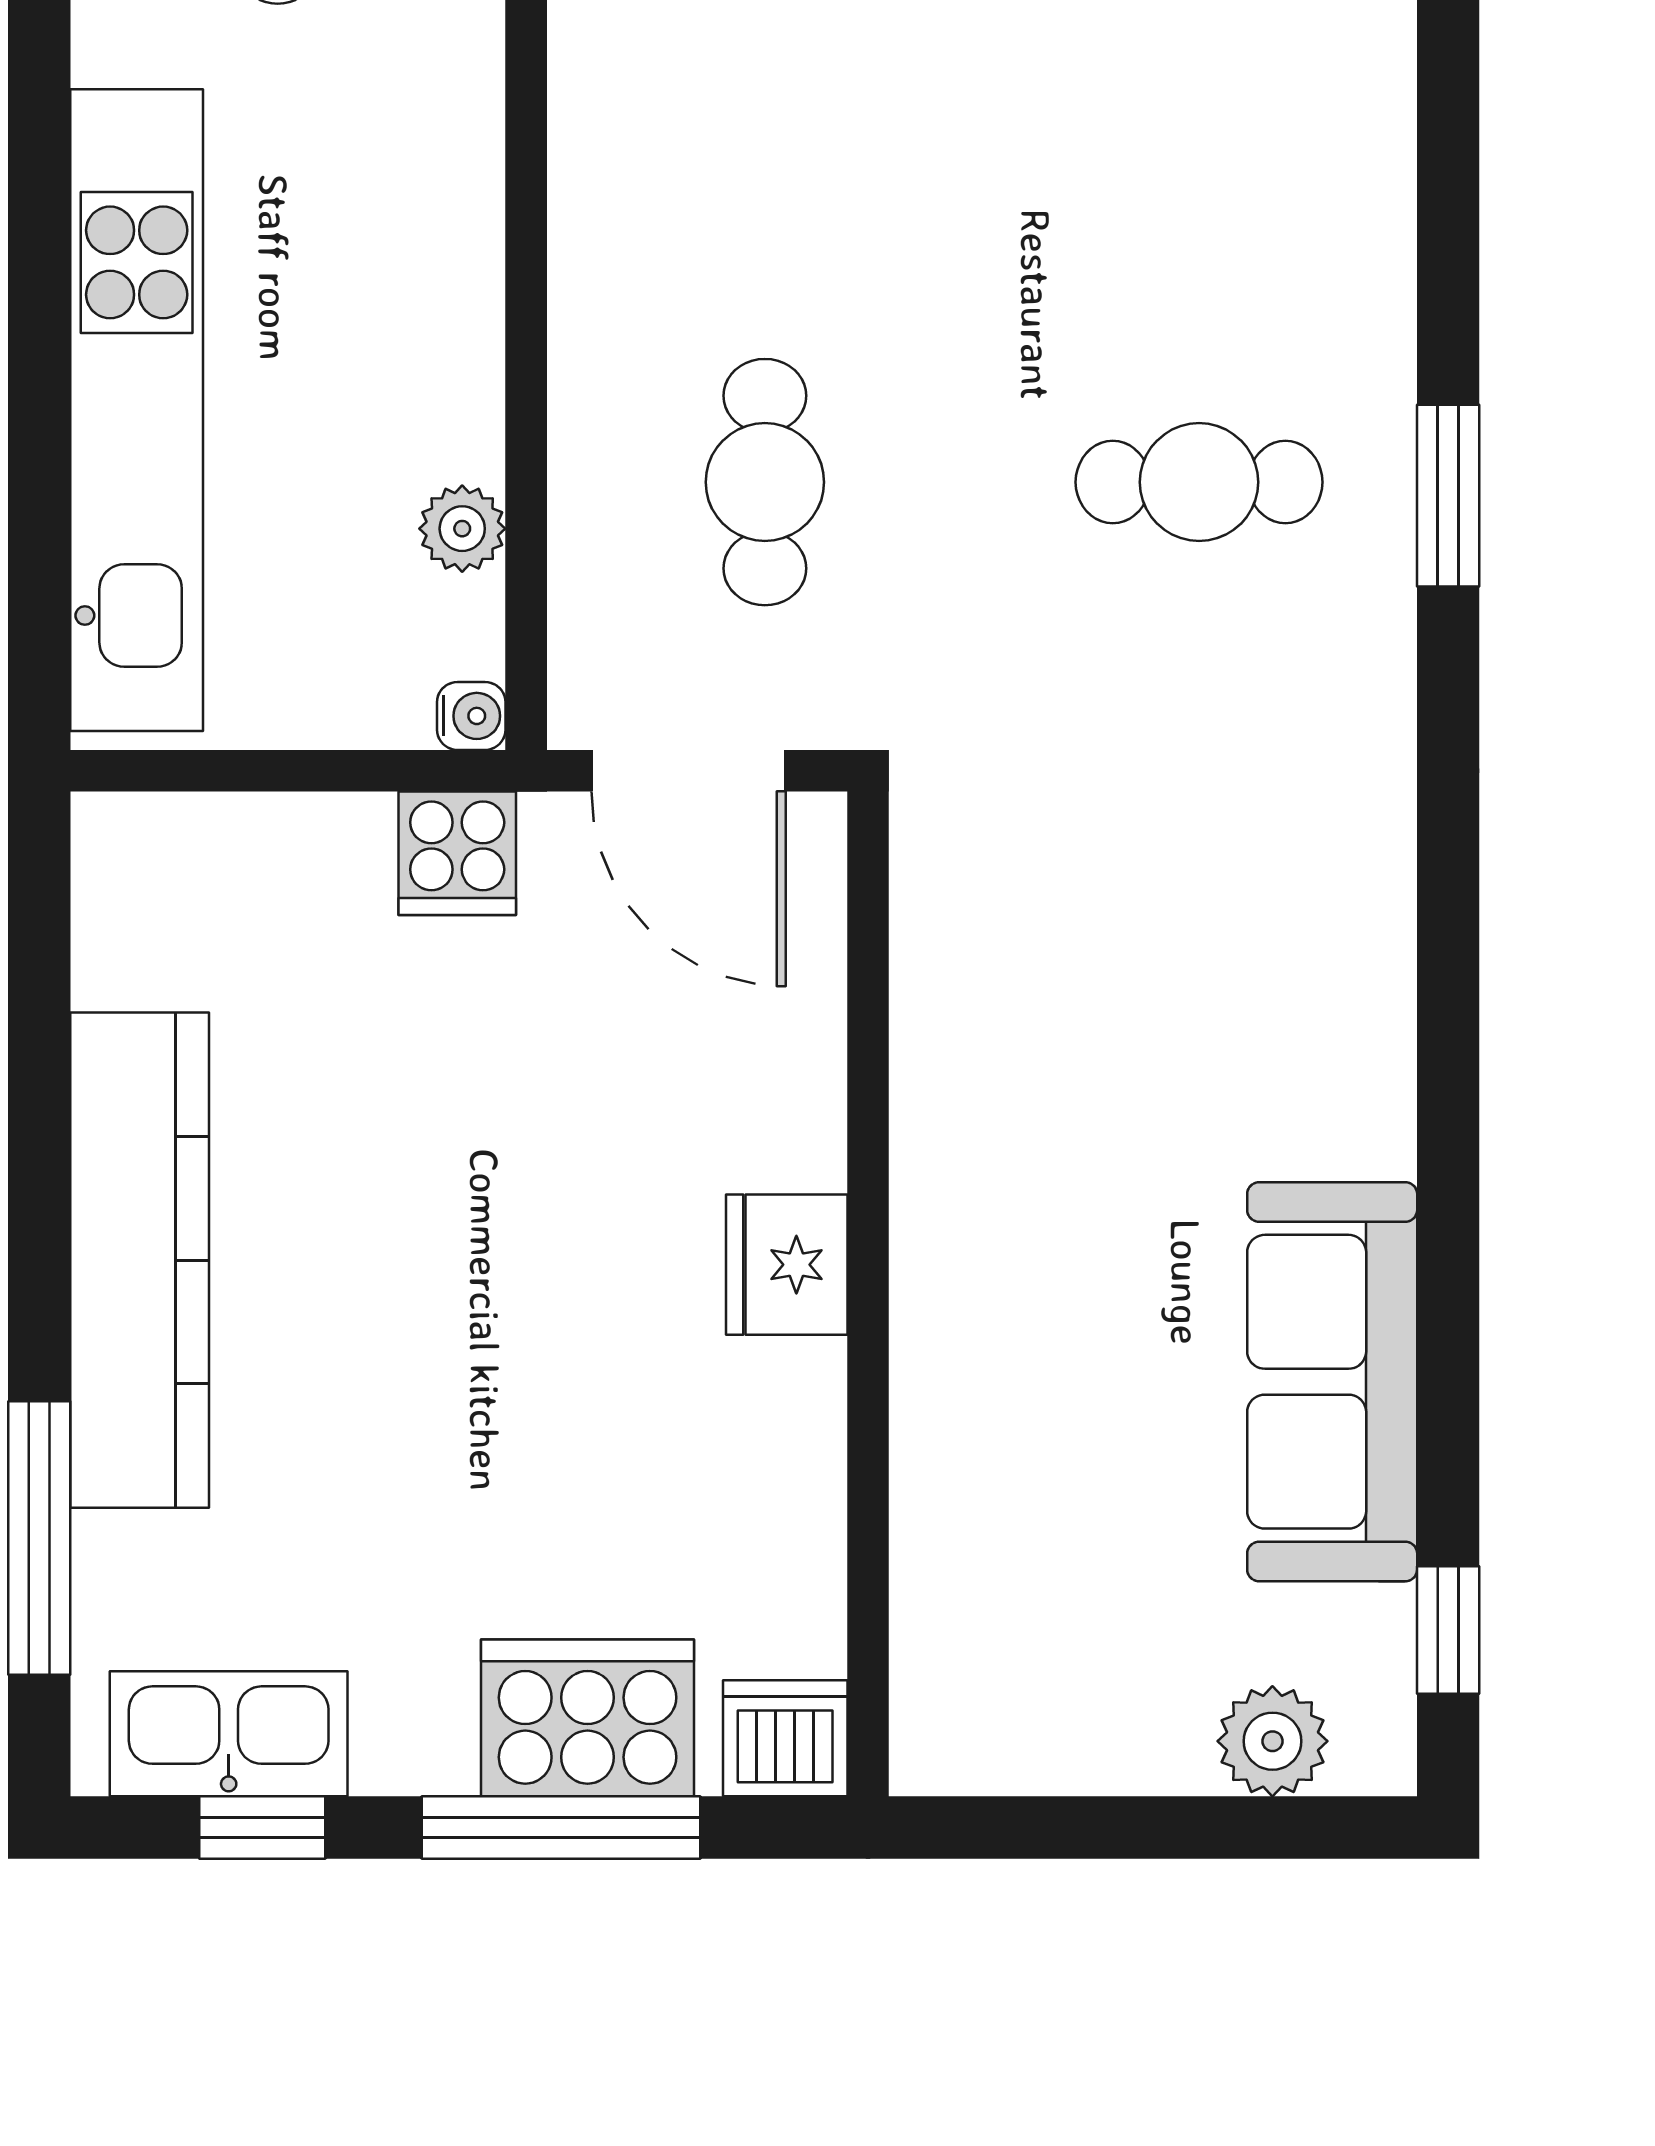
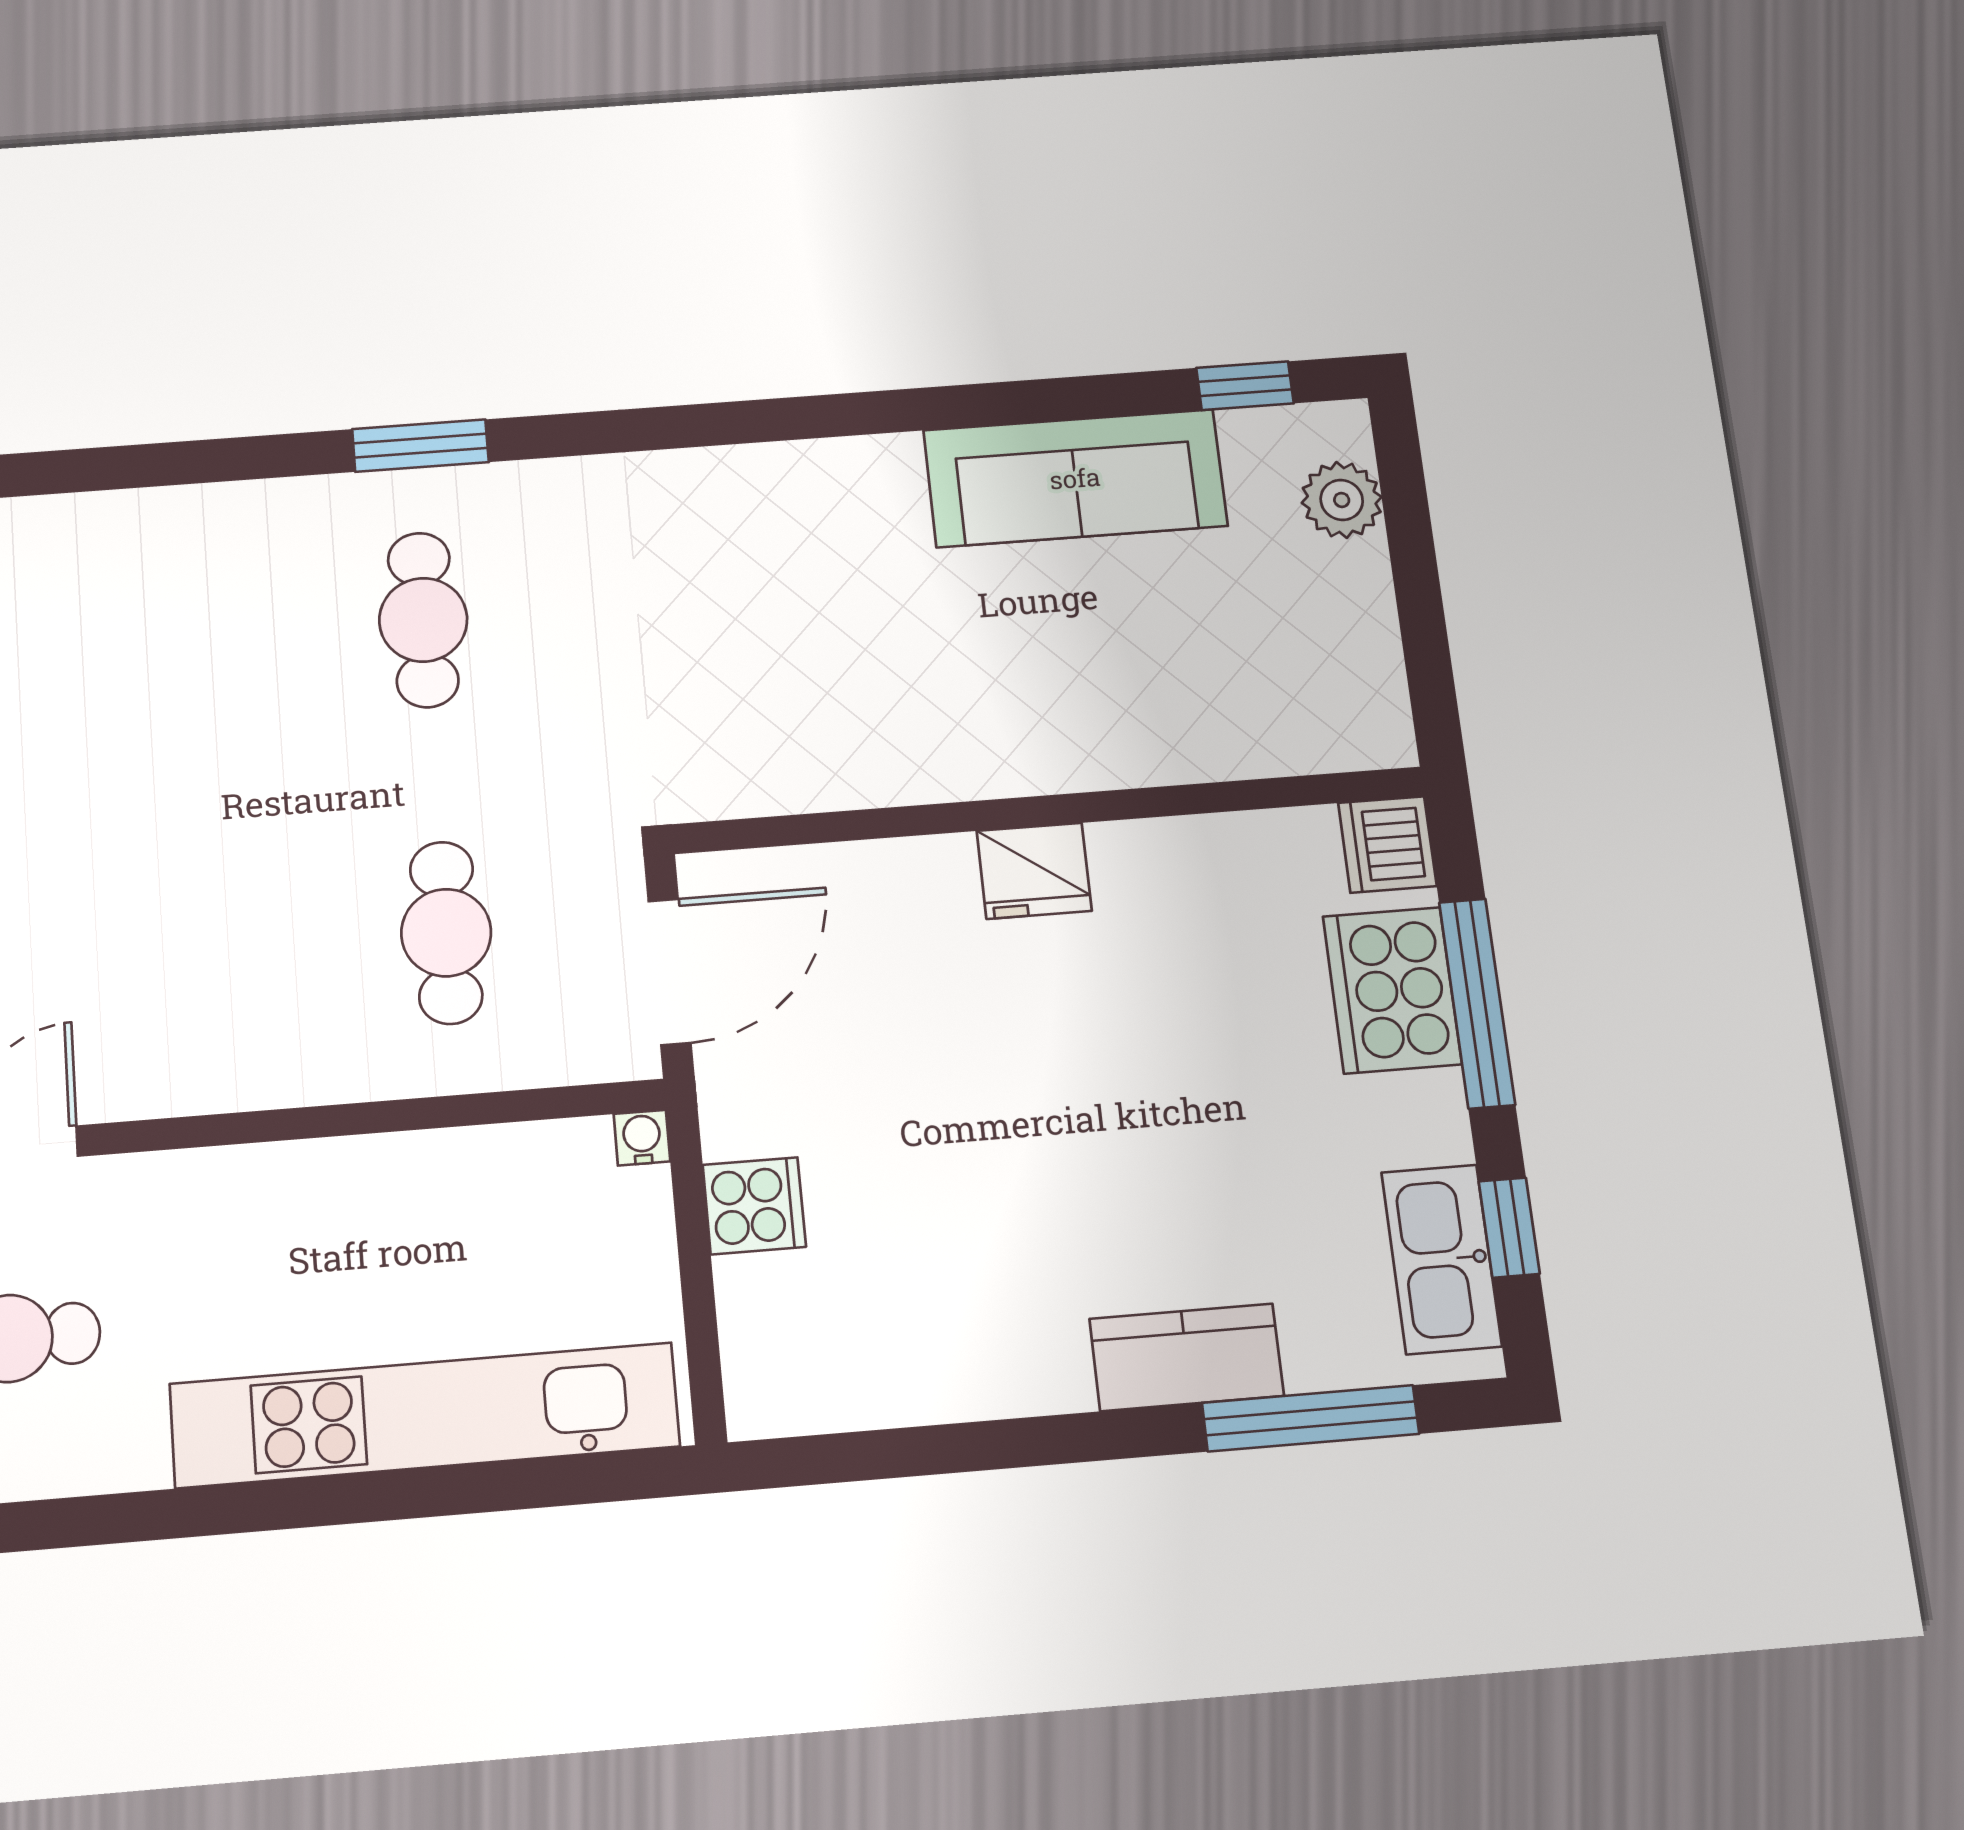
cafe table: (765, 482) -> (446, 933), turned 90
plant: (462, 529) -> (499, 1156), removed
cooker: (457, 853) -> (754, 1206), moved
kitchen counter: (140, 1260) -> (1187, 1357), width x0.48, depth x0.86

